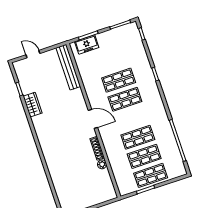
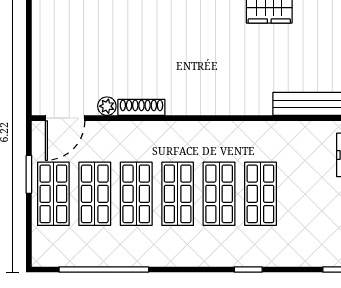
shop shelf: (131, 118) -> (178, 194), added
door: (93, 119) -> (65, 118), moved

